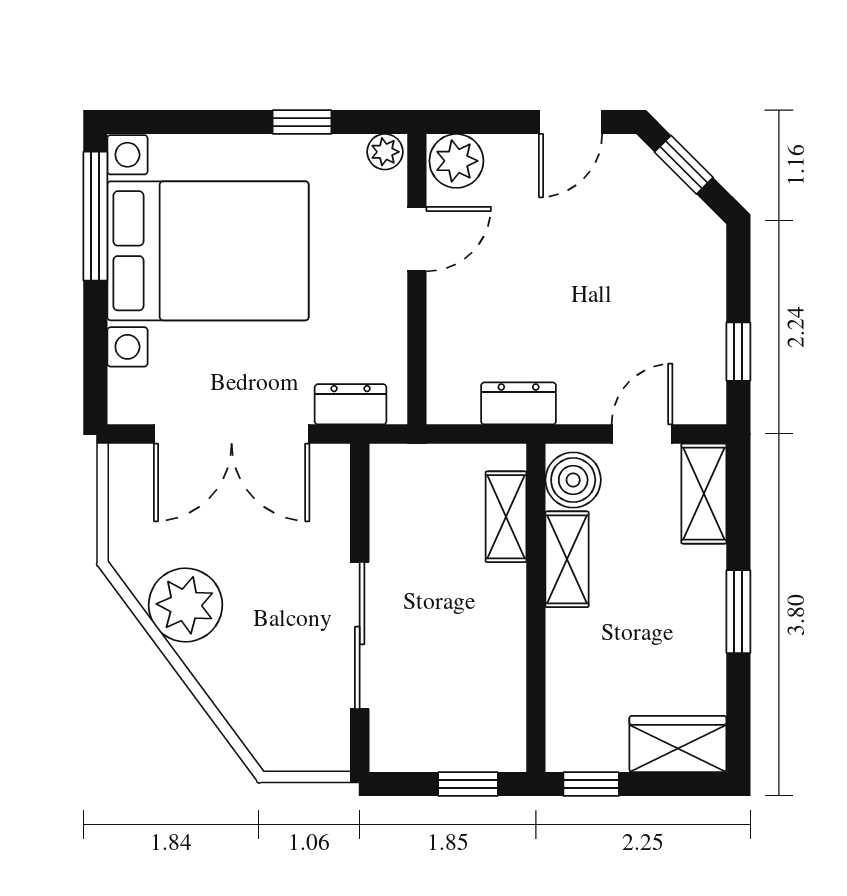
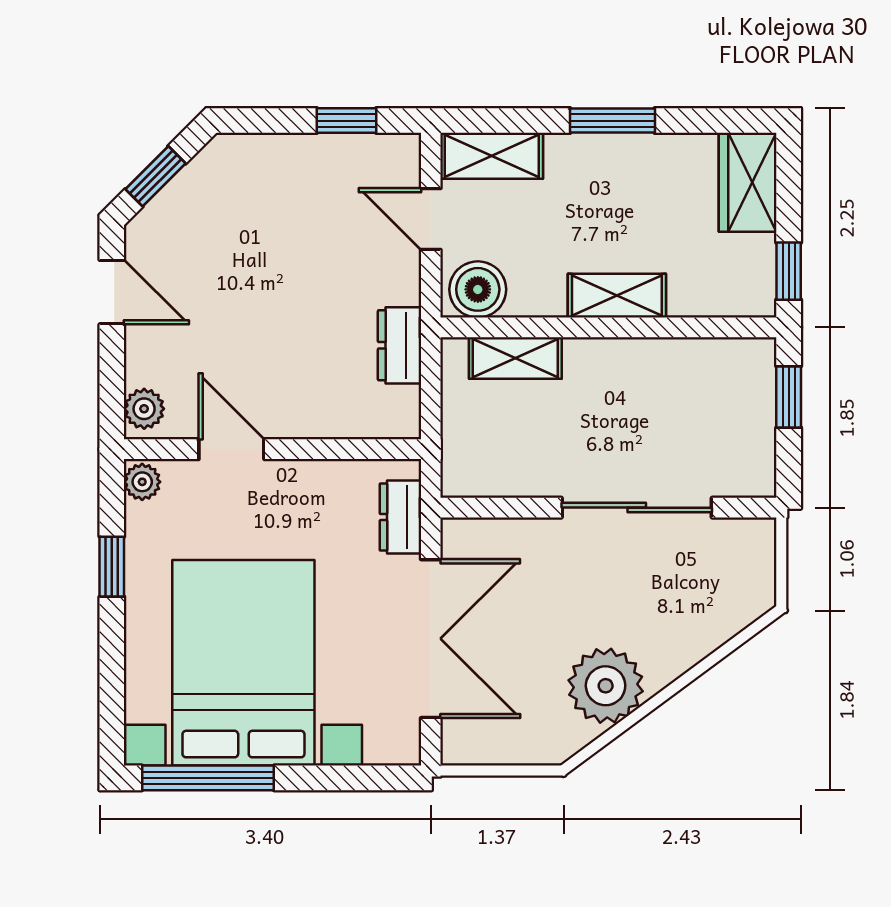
plant: (456, 161) -> (144, 409), width x0.73, depth x0.73
shelving: (567, 559) -> (617, 296), moved

